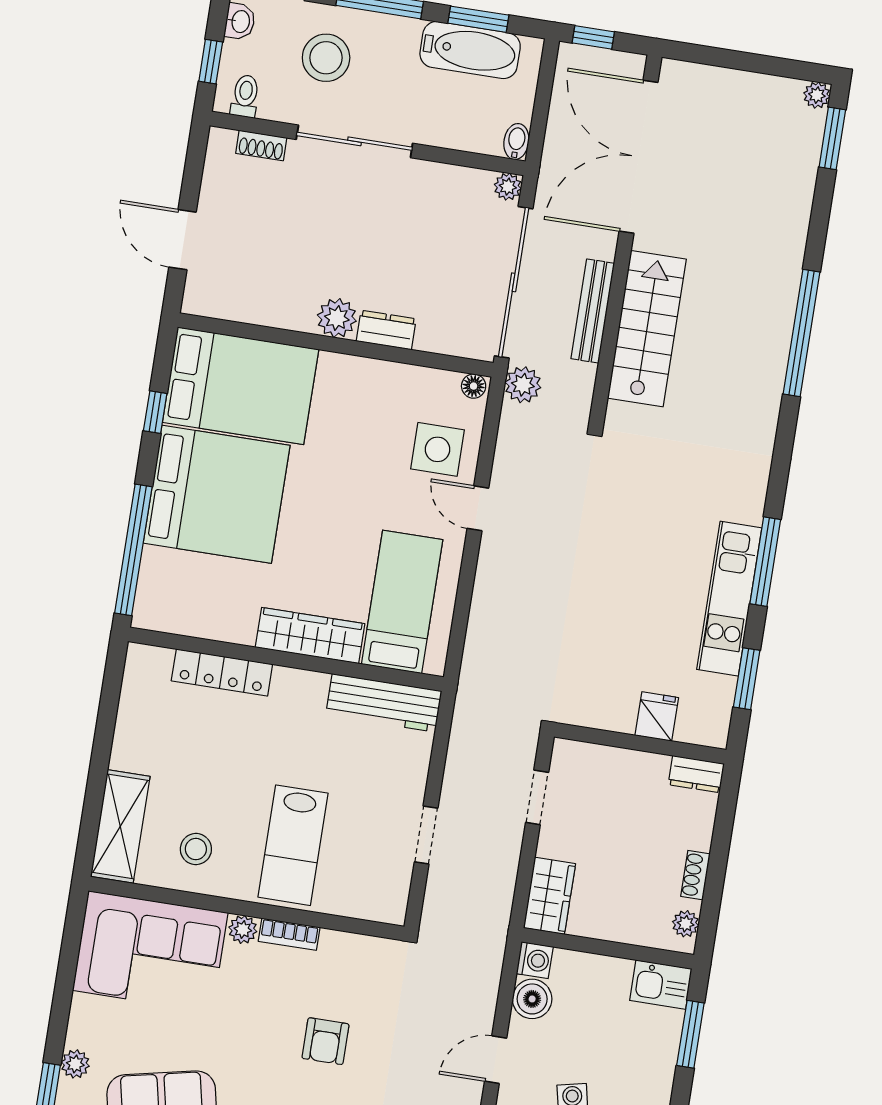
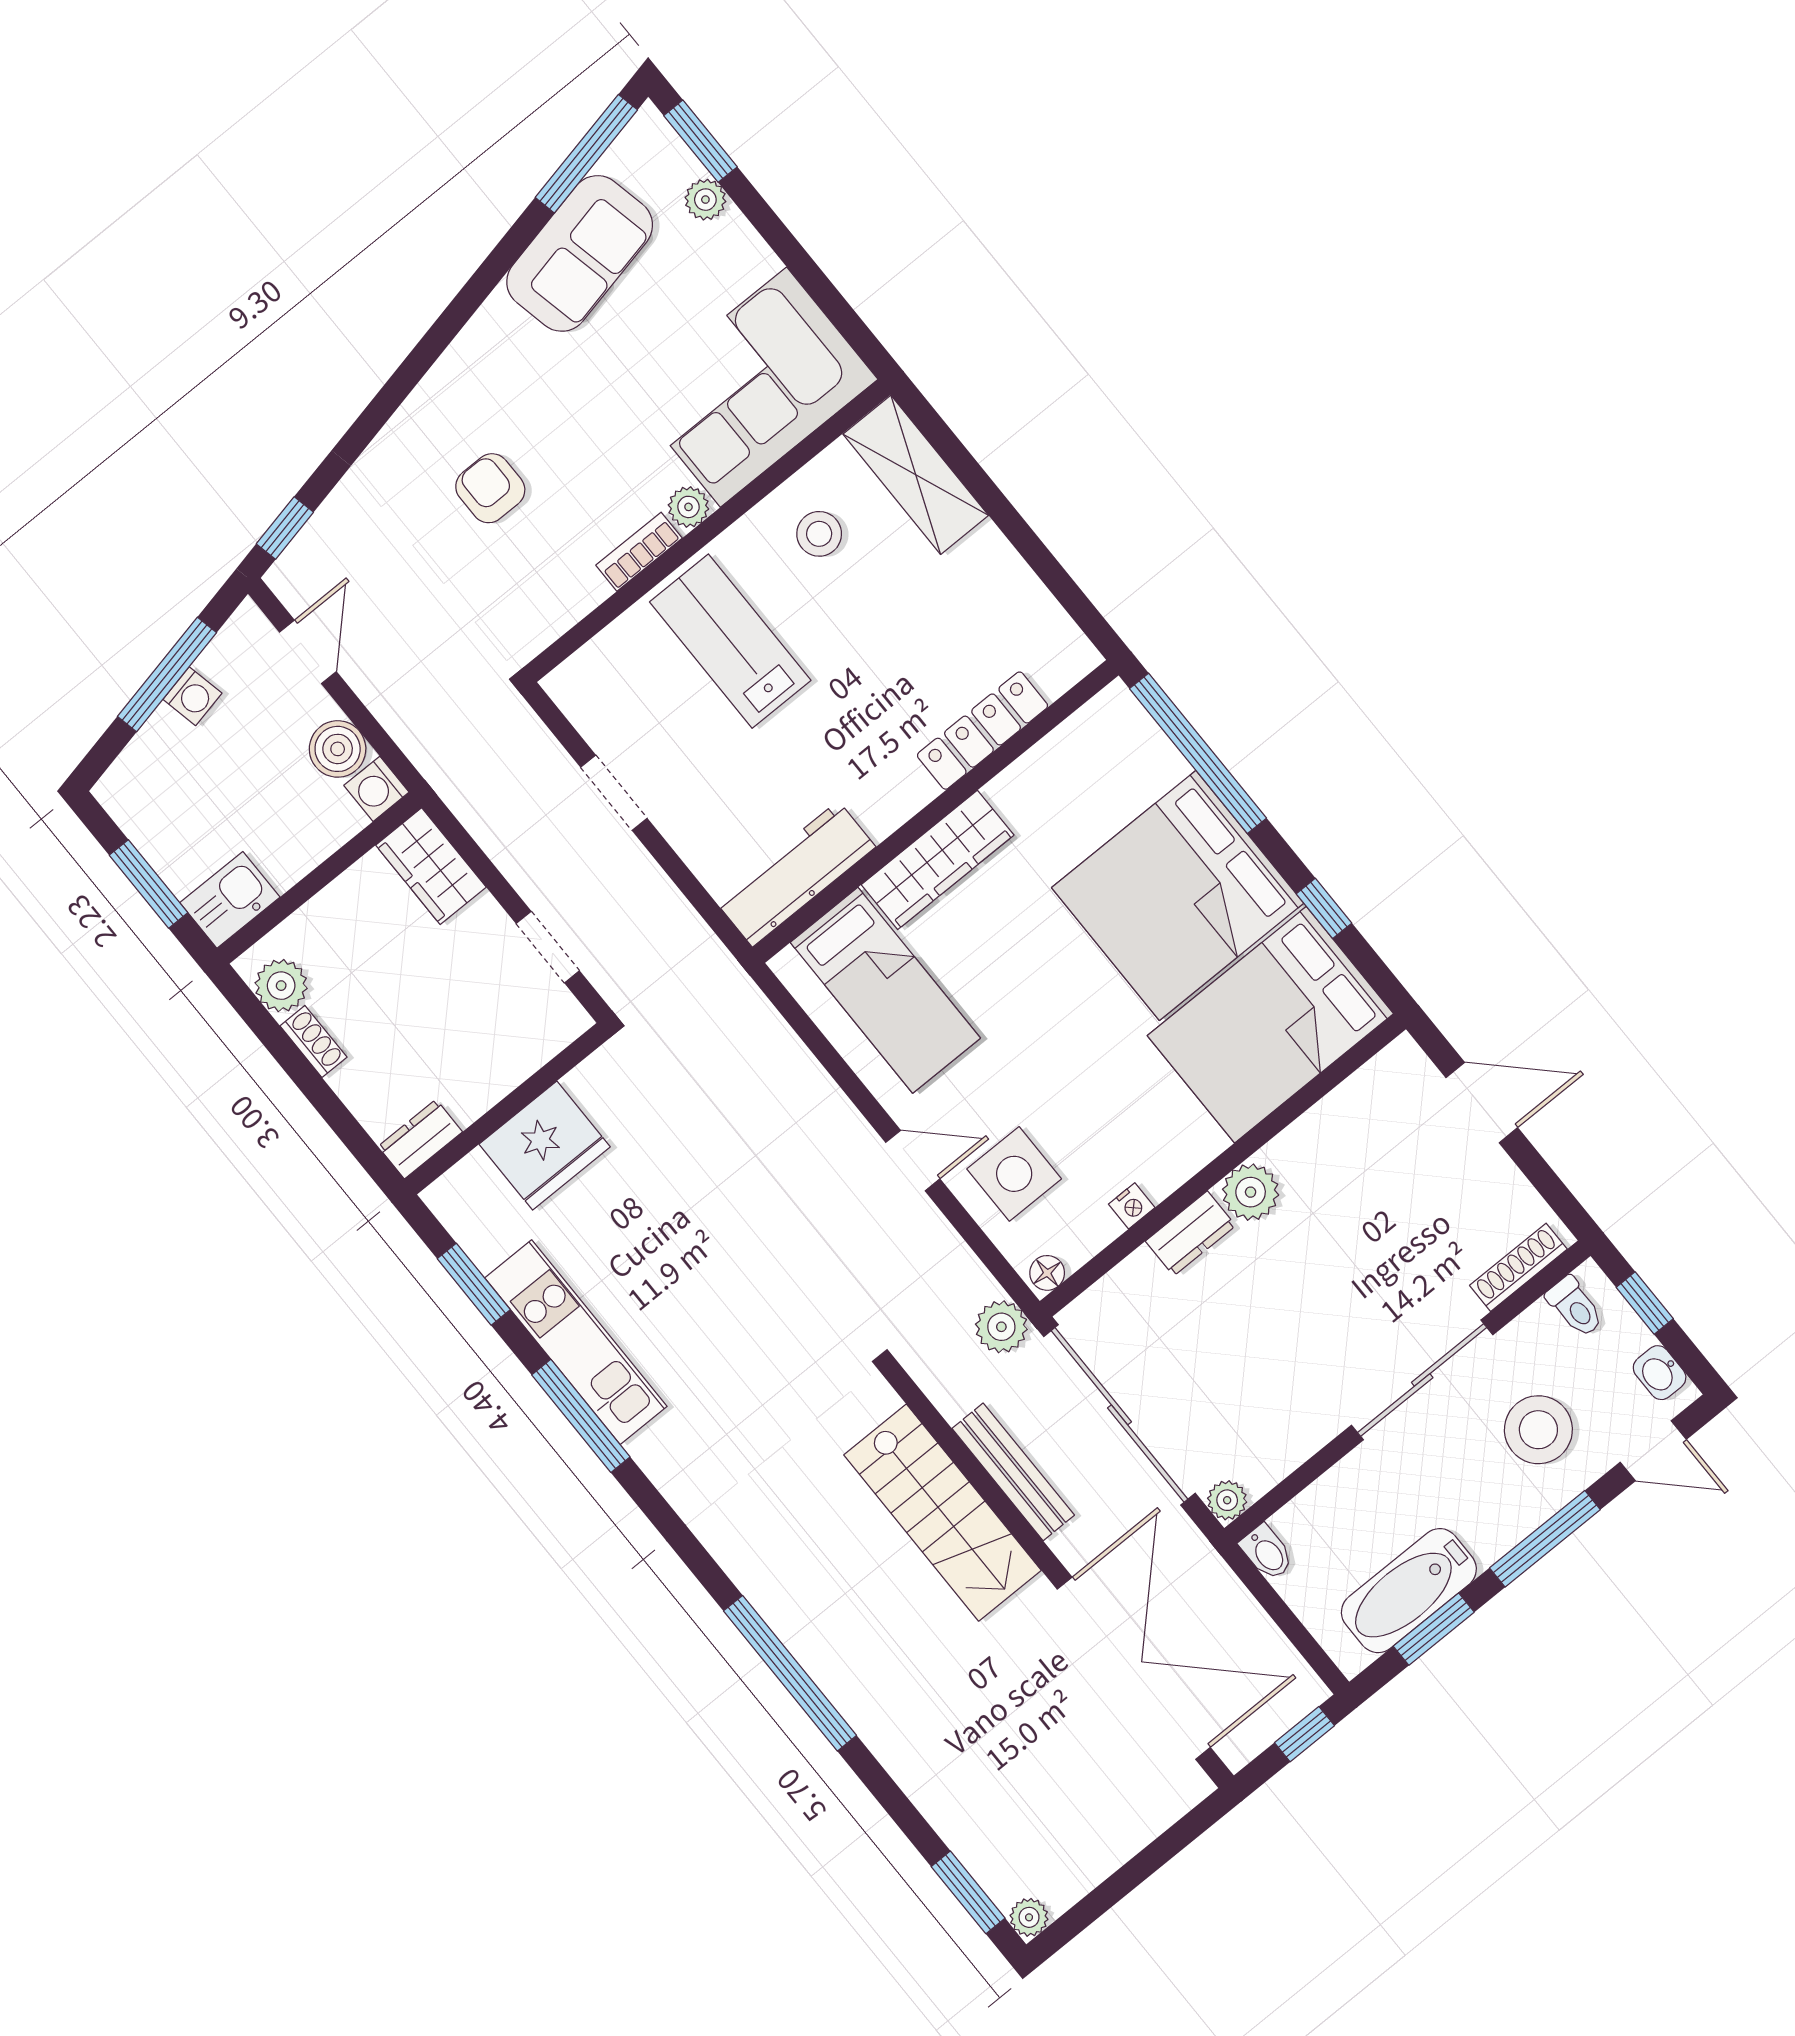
shoe rack: (261, 145) -> (1518, 1267), width x1.43
nightstand: (399, 373) -> (1132, 1206), added
fridge: (657, 717) -> (545, 1146), width x1.88, depth x1.34
plant: (686, 924) -> (281, 986), width x1.38, depth x1.38

